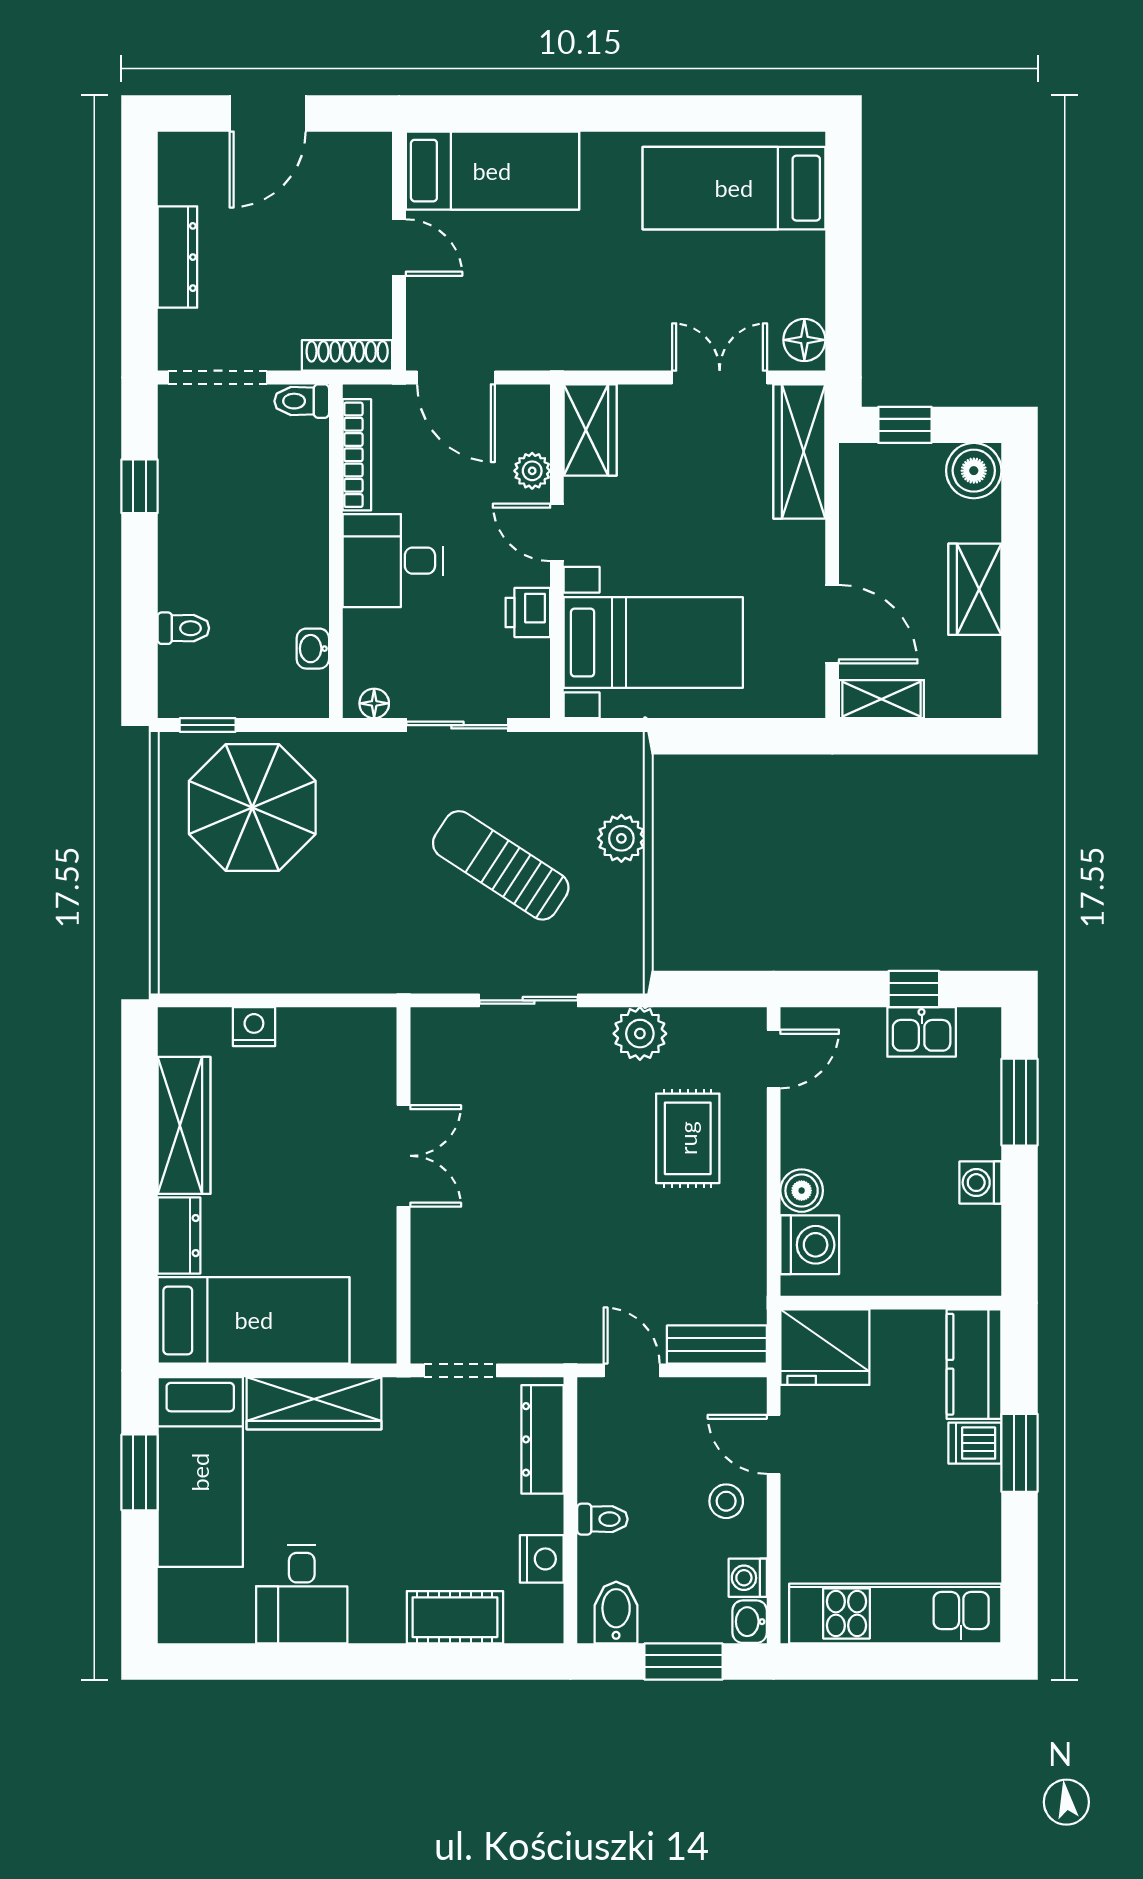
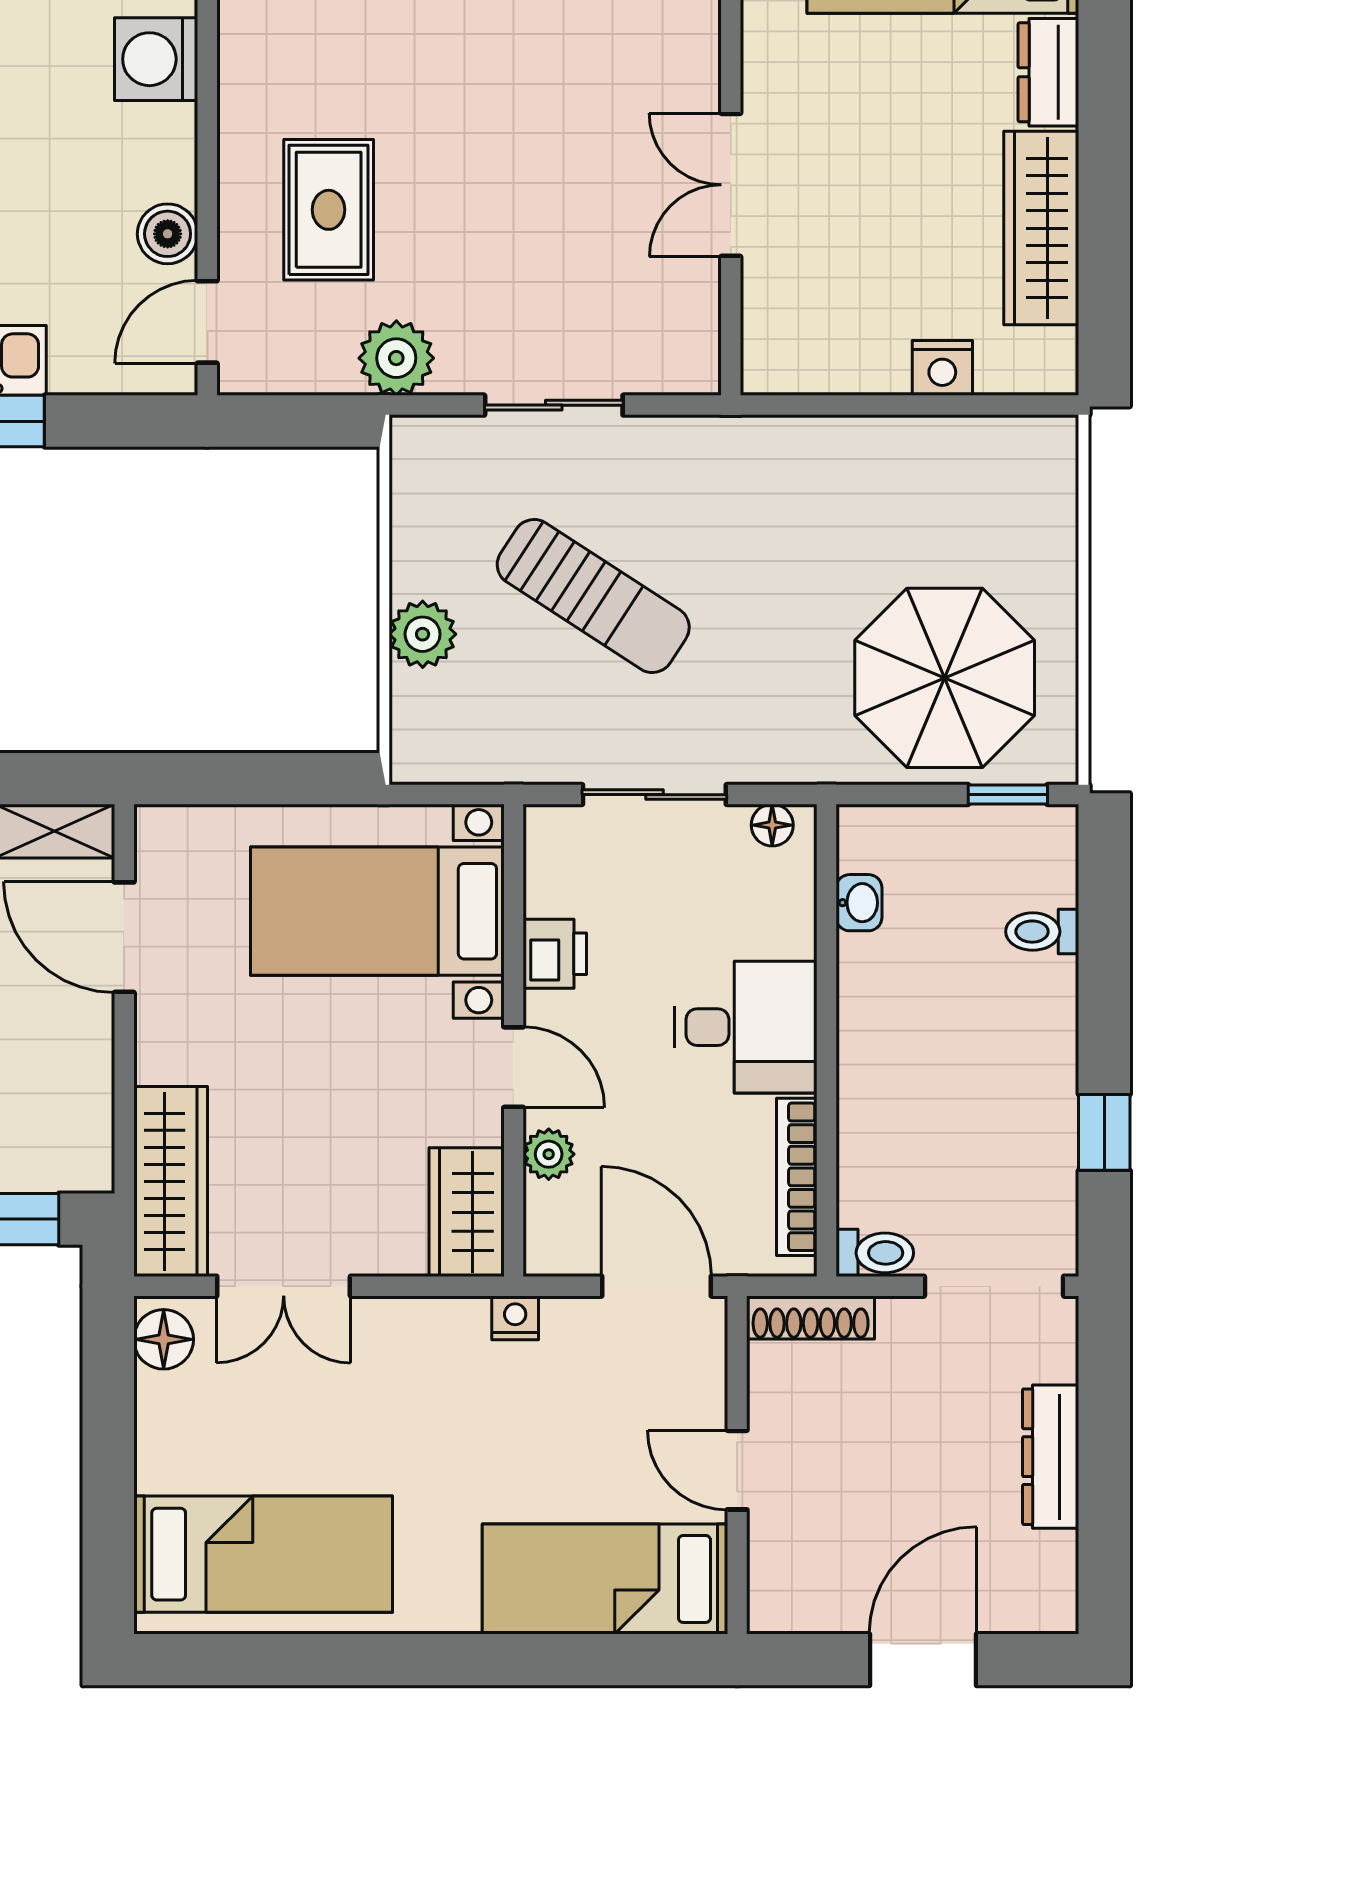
nightstand: (556, 355) -> (515, 1318), added
boiler: (802, 1191) -> (168, 234), moved

